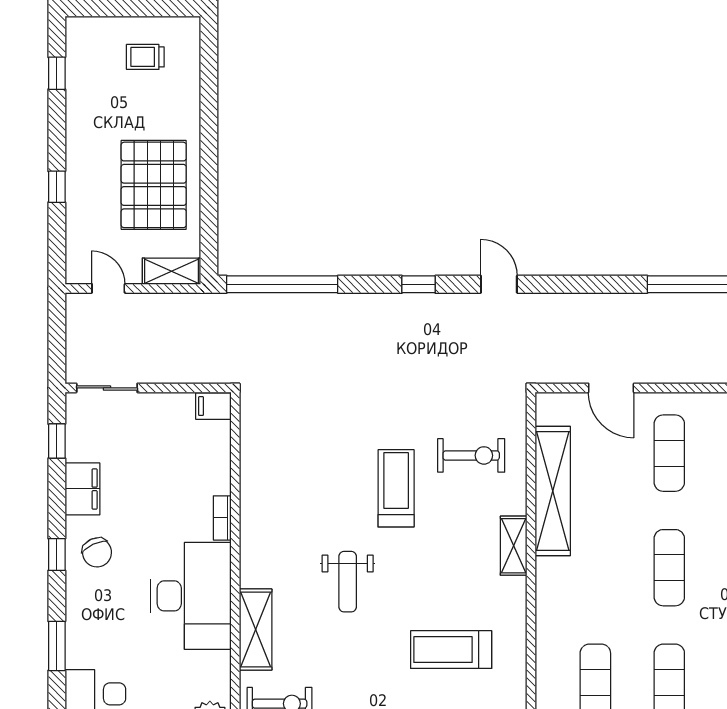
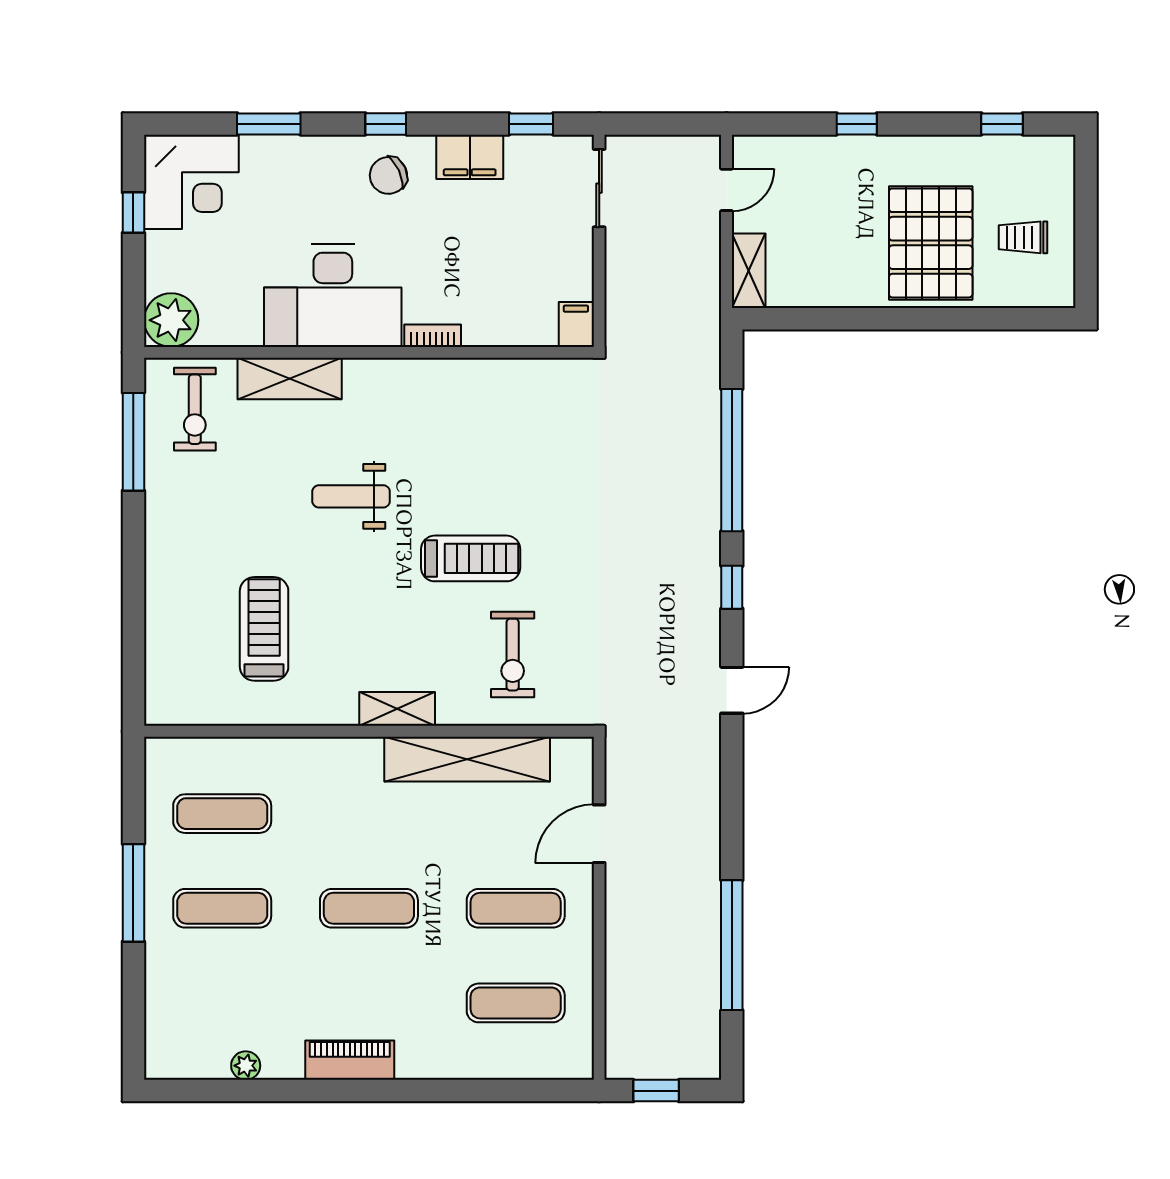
trolley: (145, 57) -> (1023, 237), turned -90
pallet: (154, 185) -> (931, 243), moved, turned 90
window: (282, 284) -> (732, 460), moved

